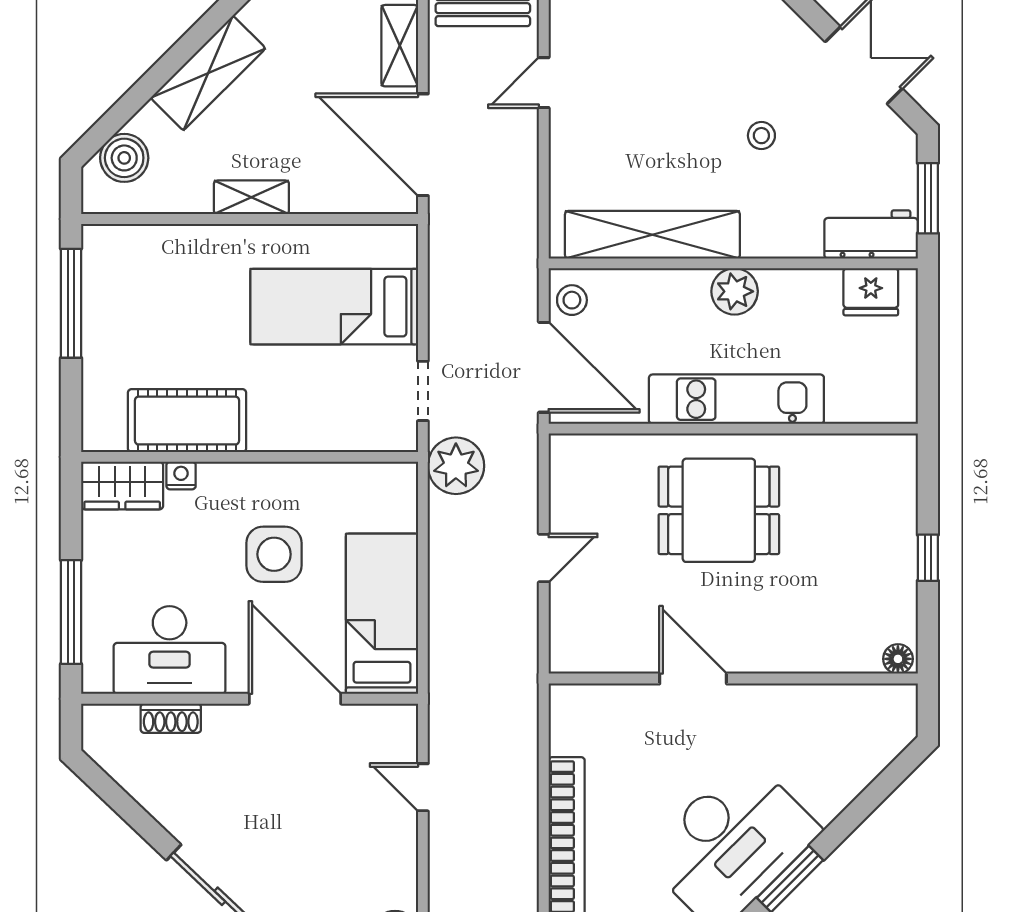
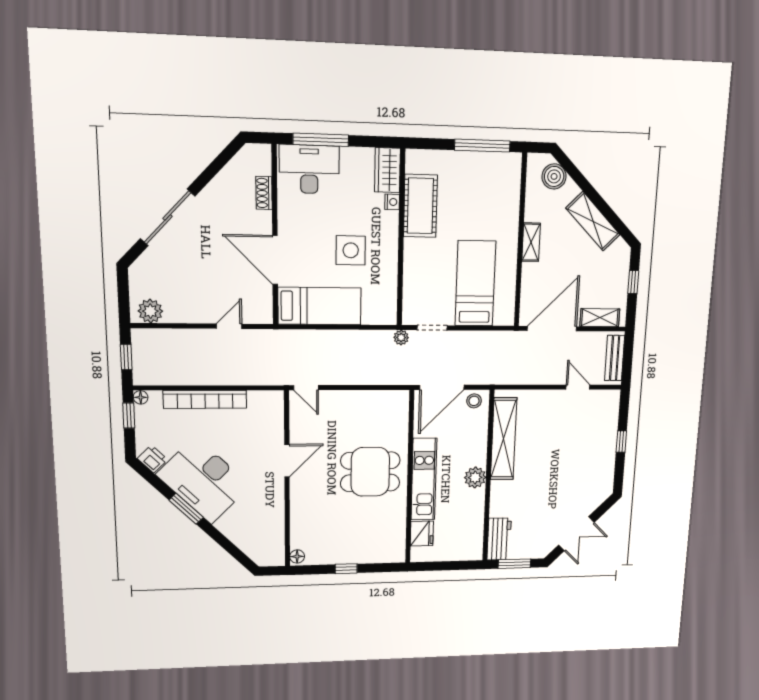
stool: (761, 136) -> (547, 489), removed
fridge: (871, 292) -> (422, 533), moved, turned 180
plant: (456, 466) -> (401, 338), width x0.53, depth x0.53
dining table: (719, 510) -> (370, 472), turned 90
door: (544, 558) -> (306, 388), moved
desk: (170, 650) -> (309, 169), moved, turned 90
door: (295, 699) -> (275, 260), swing flipped

